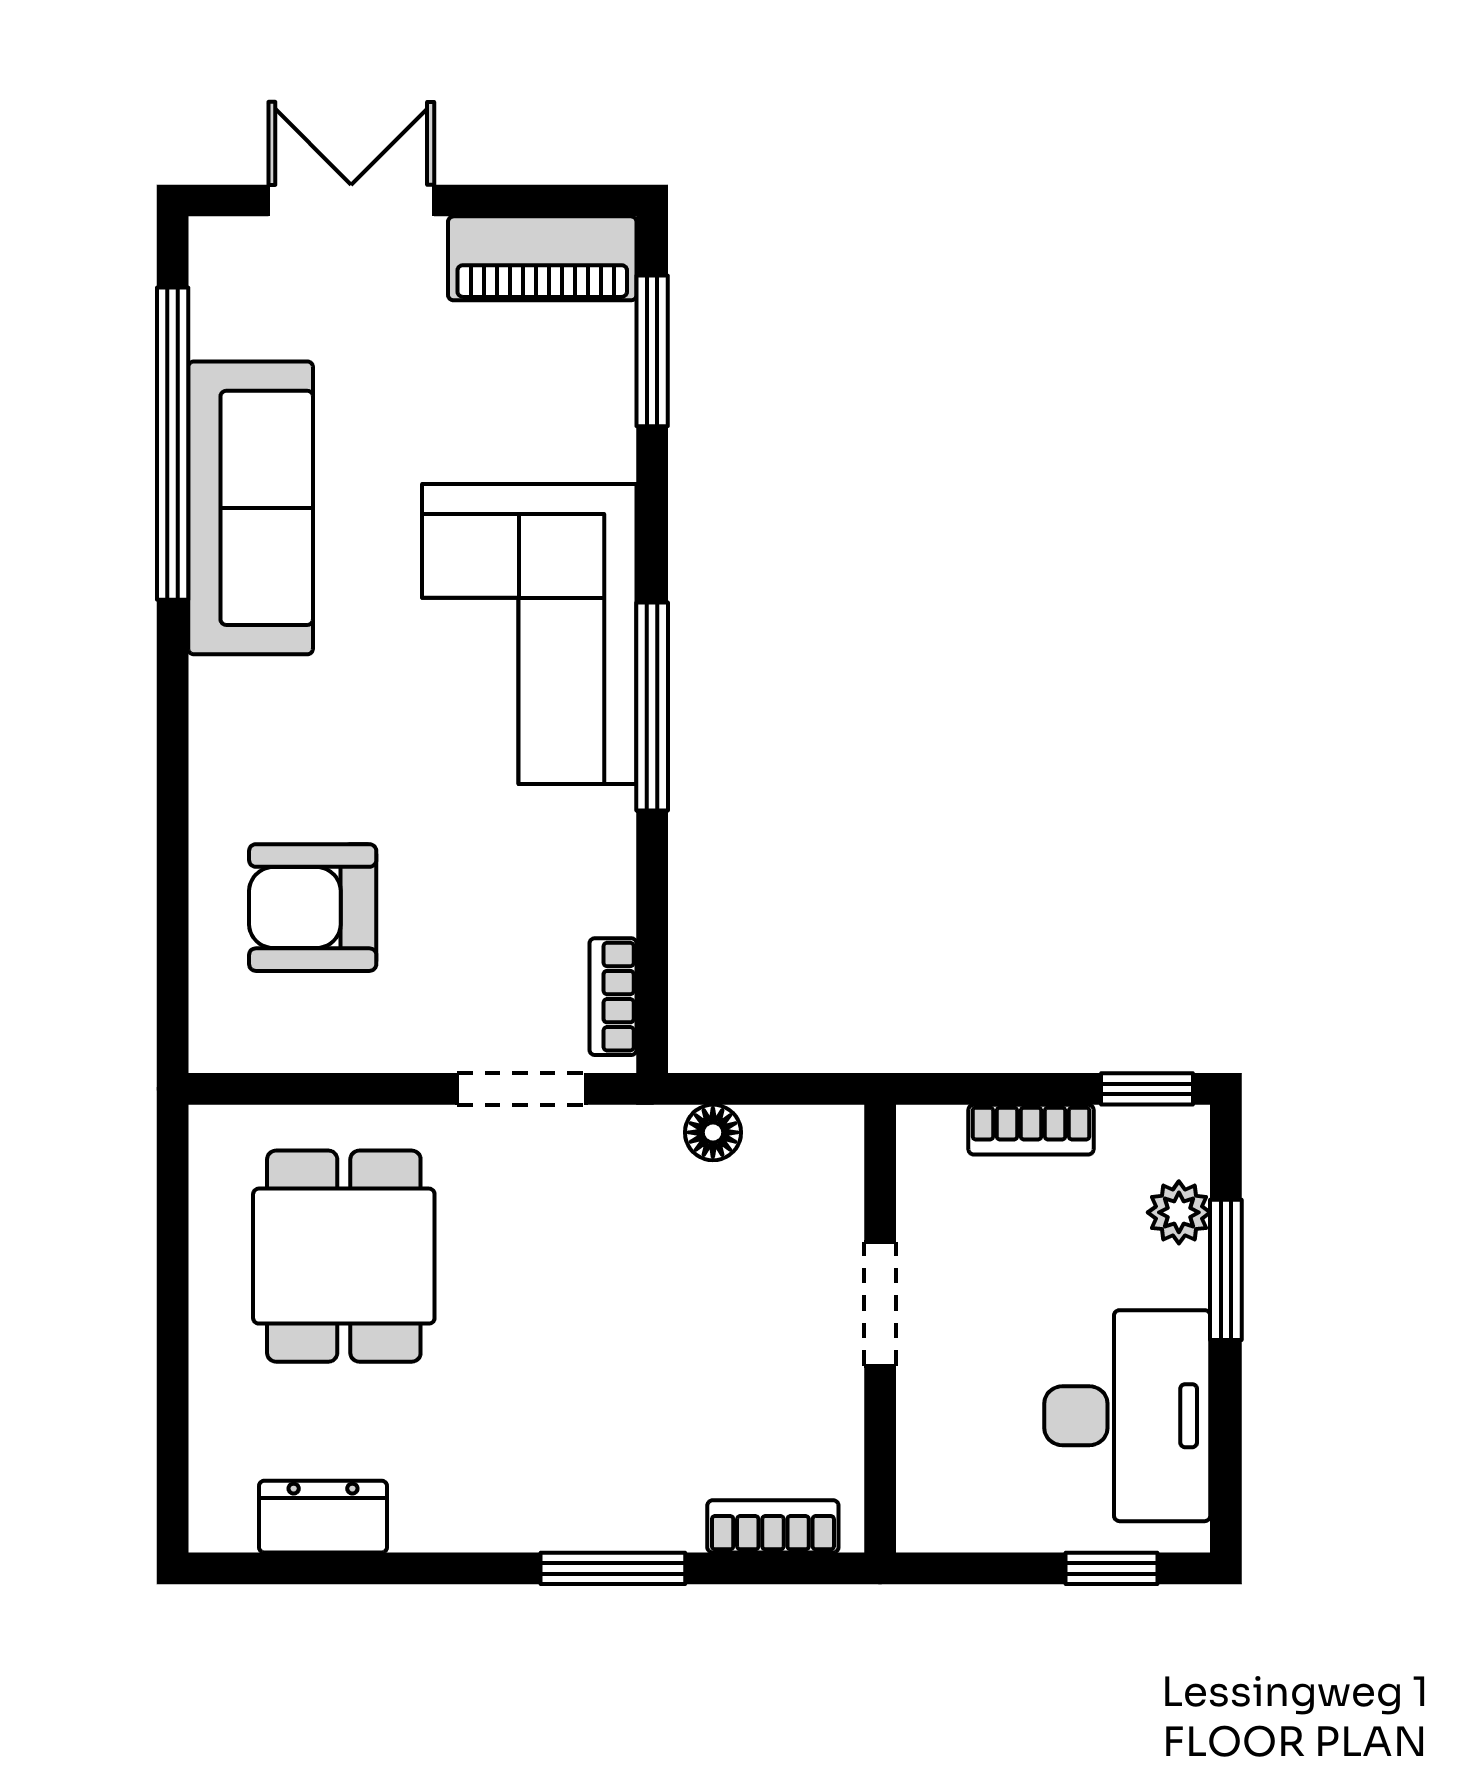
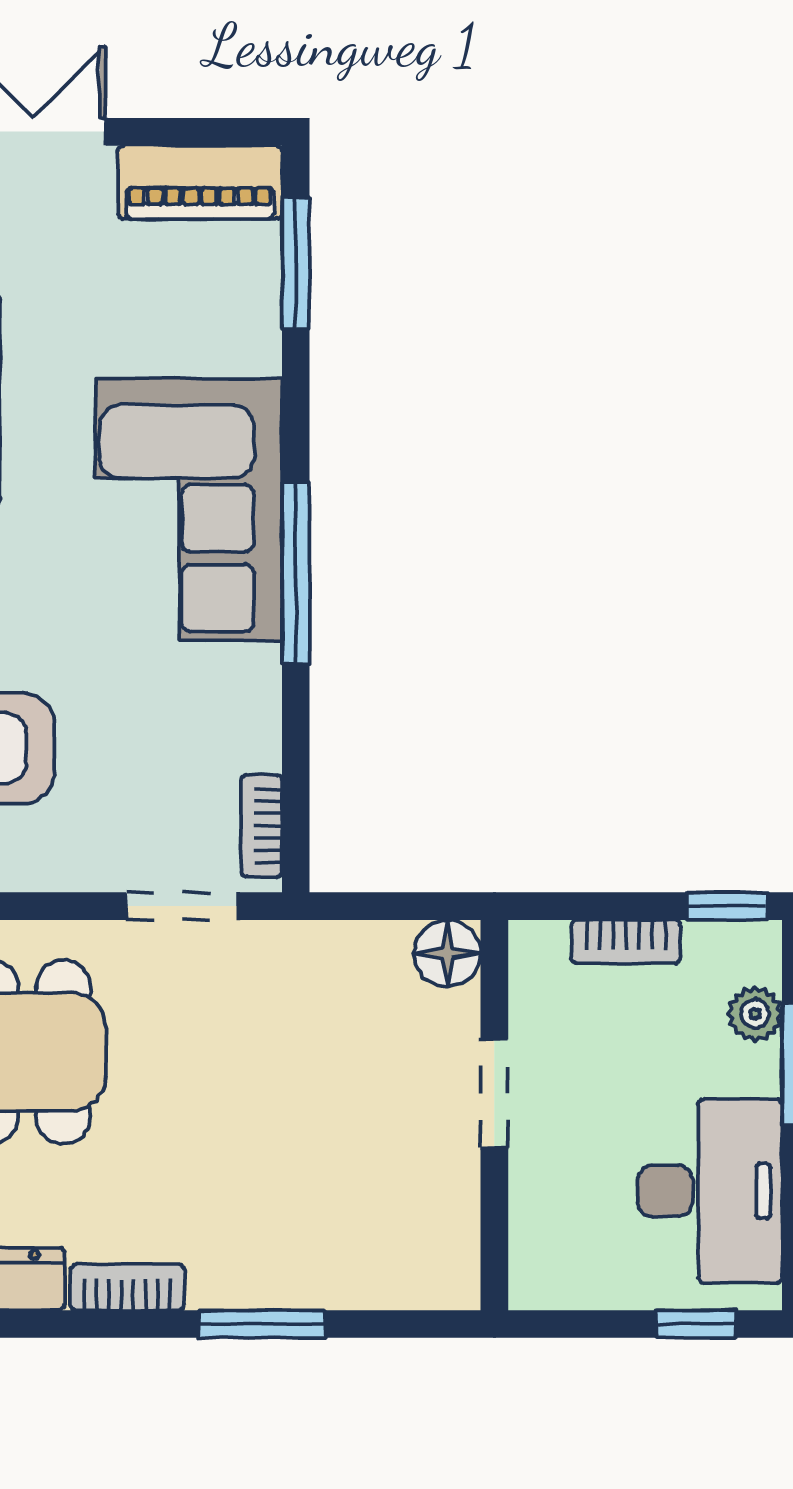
floor lamp: (713, 1132) -> (447, 953), moved, width x1.37, depth x1.37
bookcase: (773, 1526) -> (127, 1287), moved

